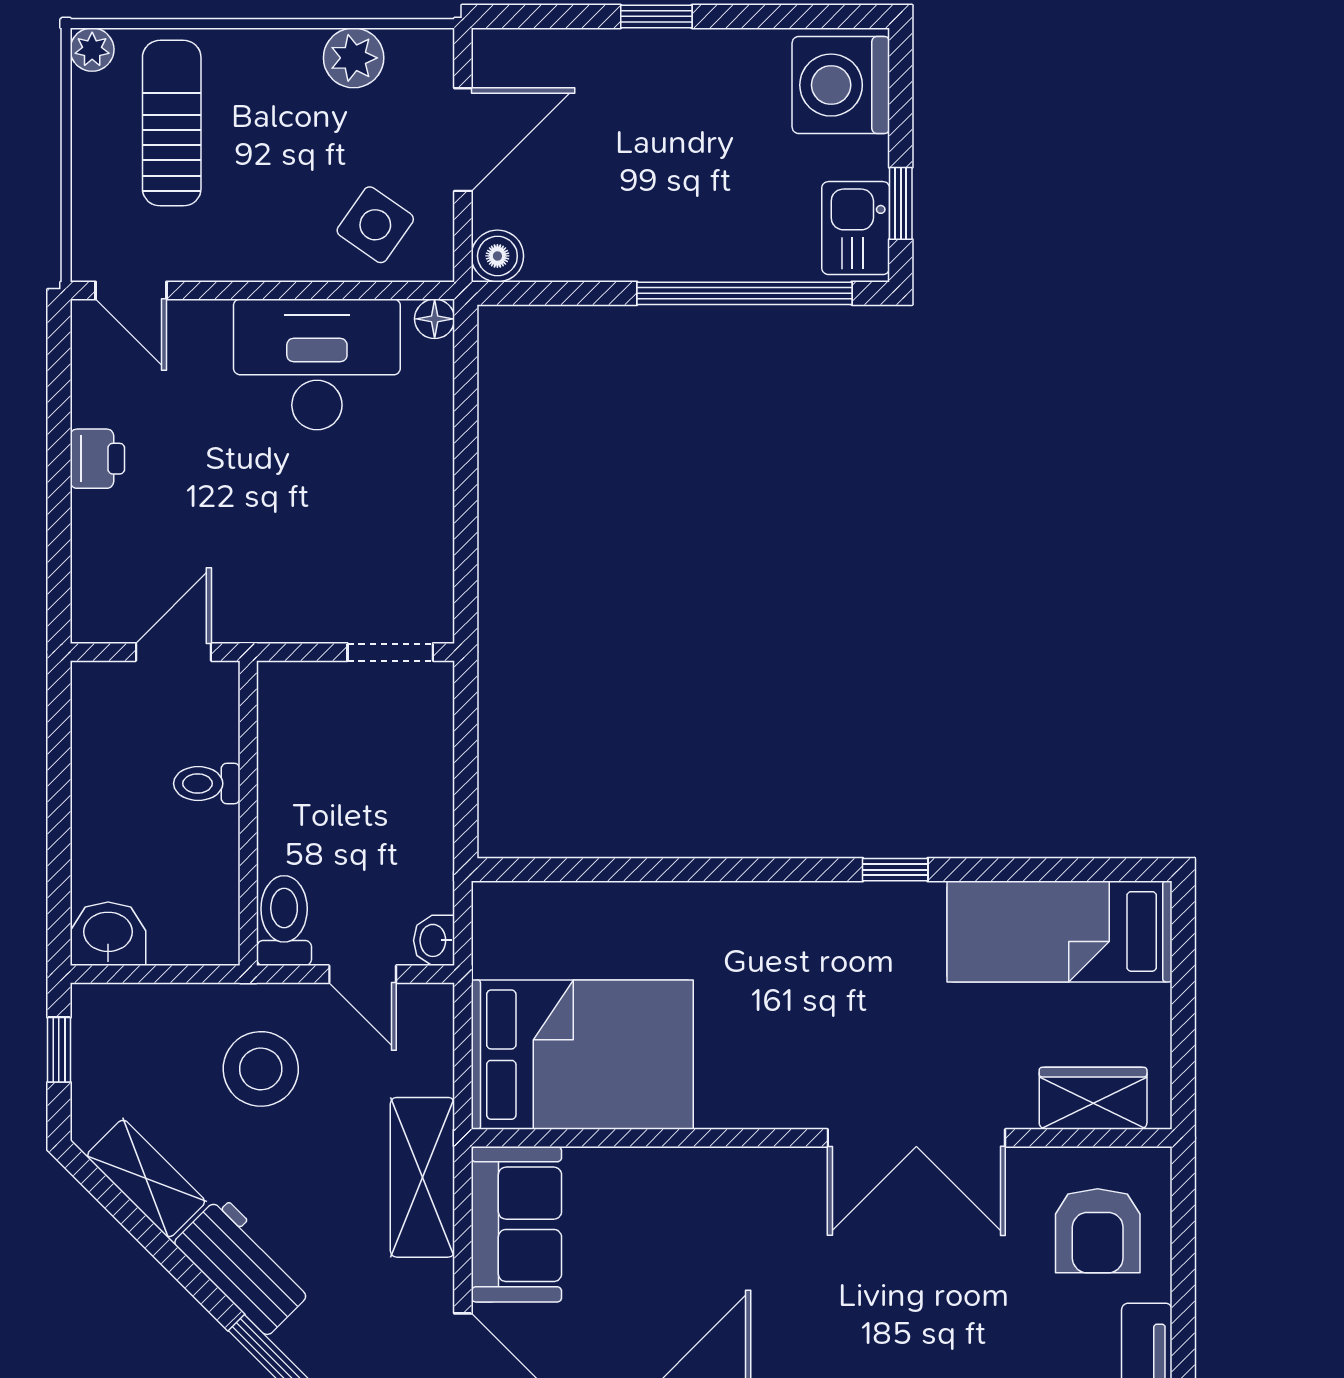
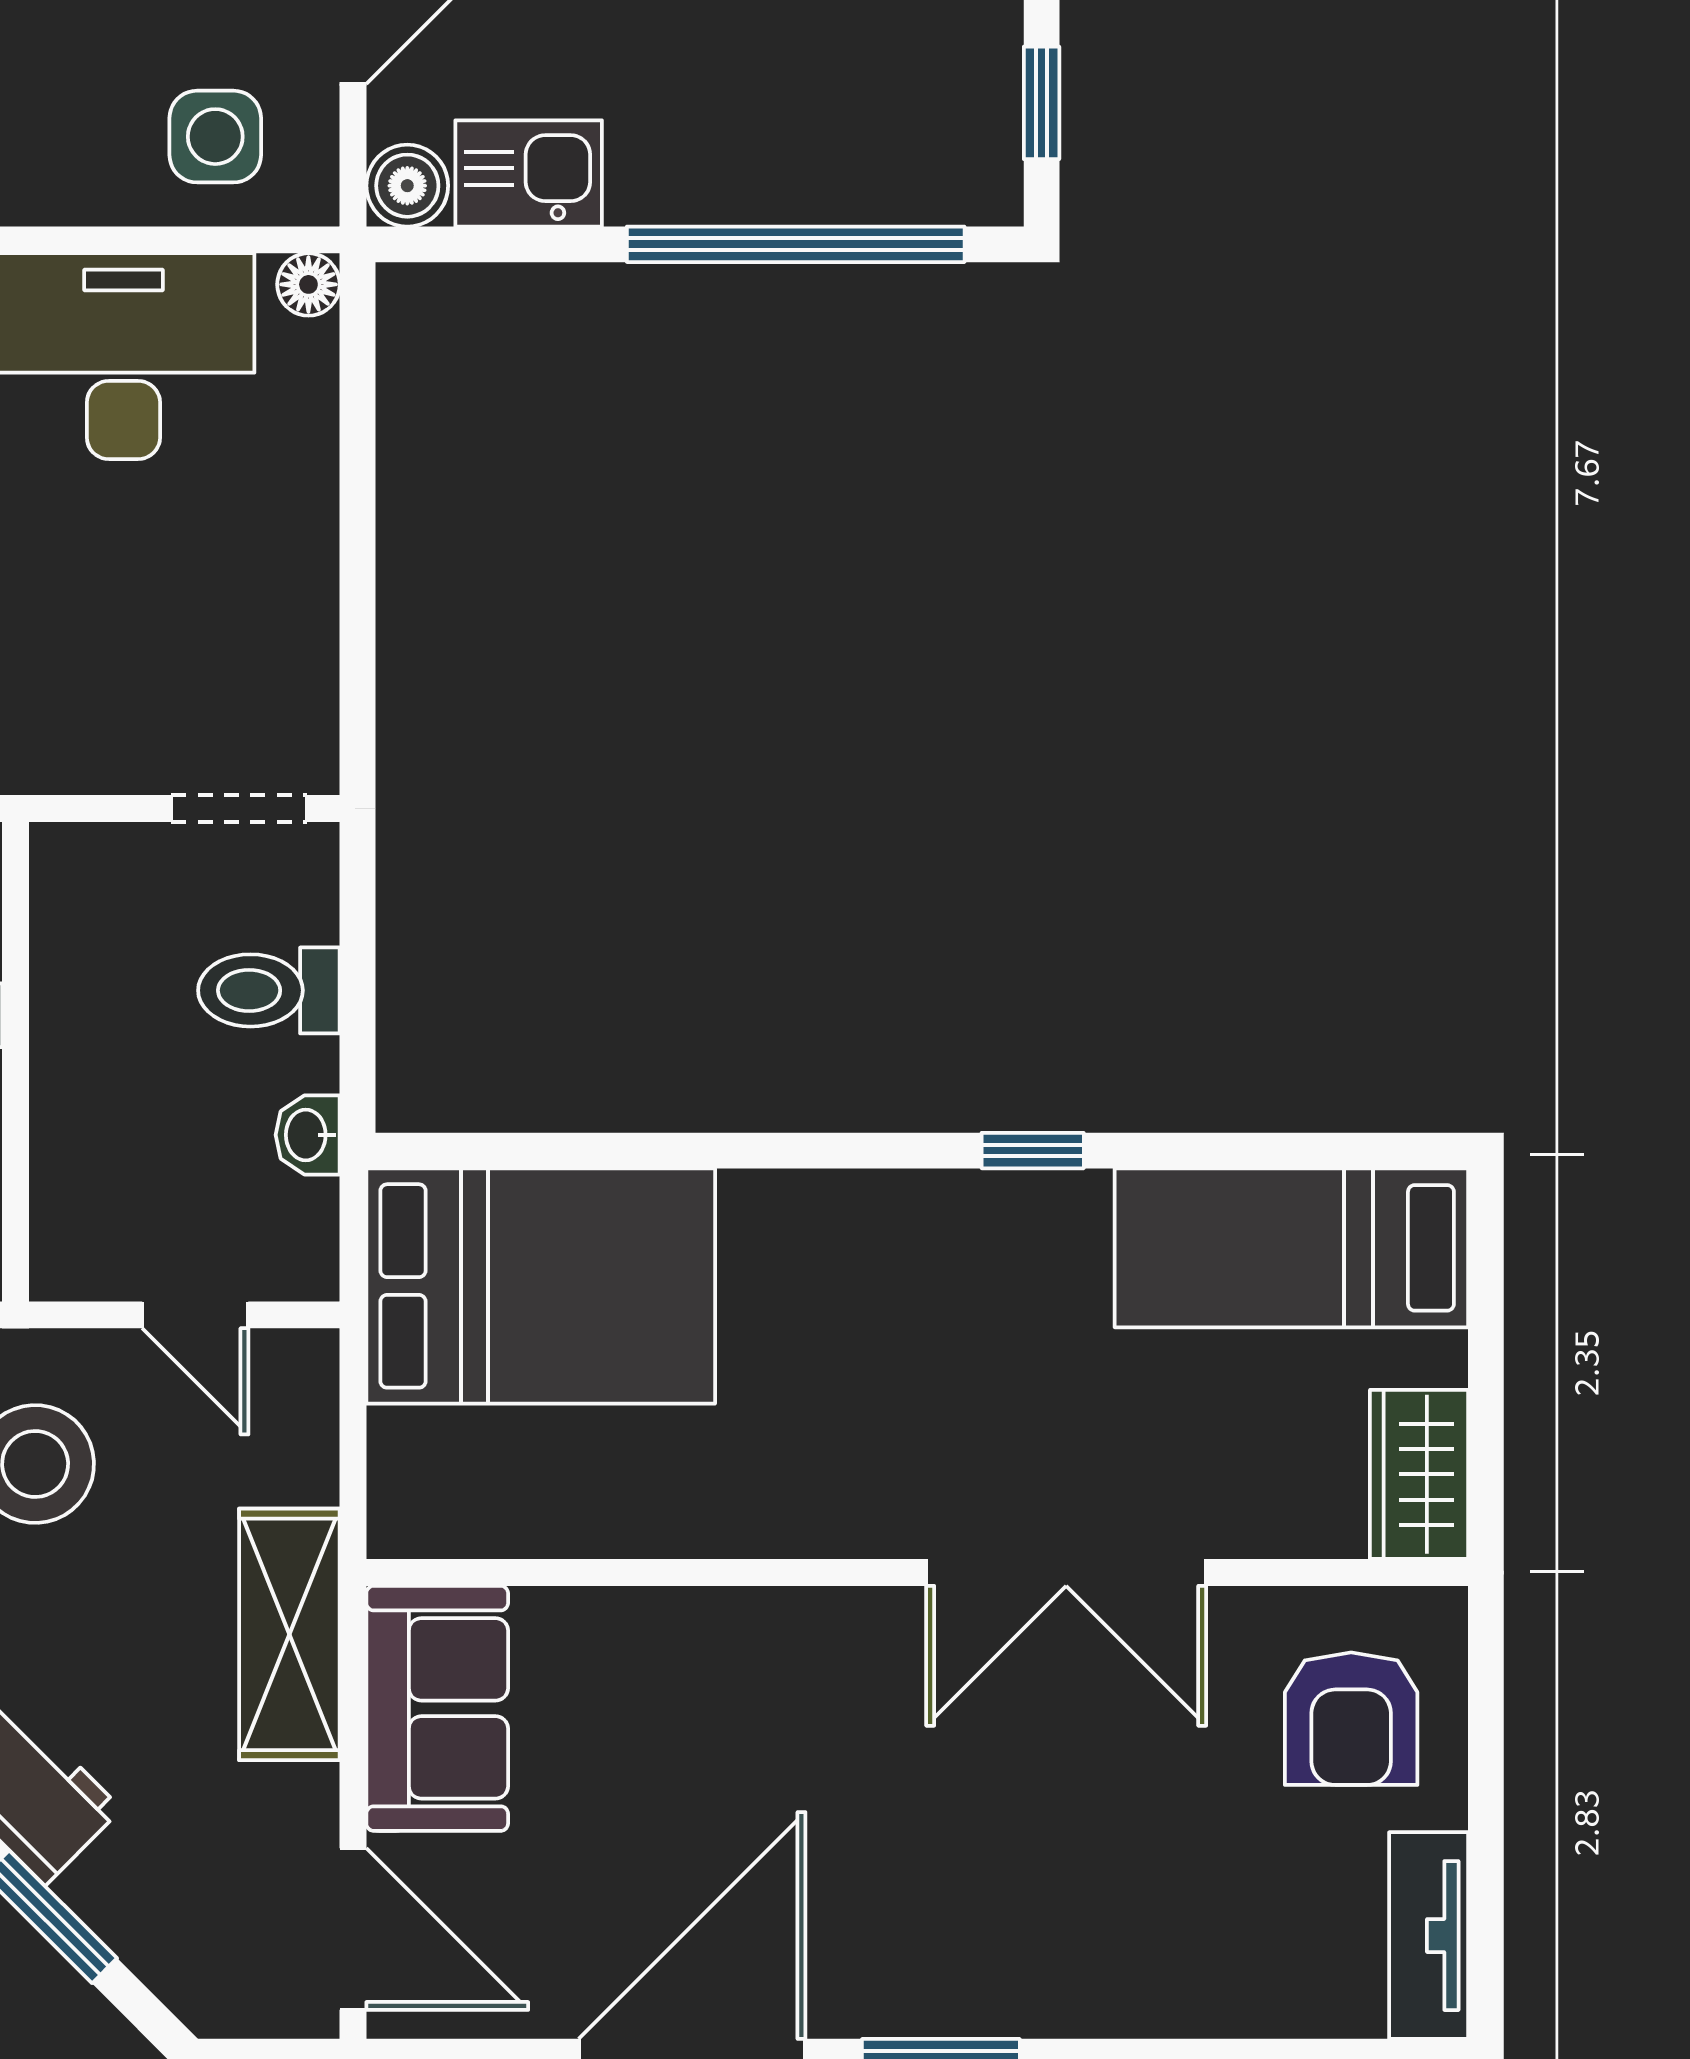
side table: (375, 225) -> (215, 137), turned -35
kitchen sink: (856, 228) -> (529, 173), moved, turned 90
toilet: (284, 921) -> (269, 990), moved, turned -90
washbasin: (434, 940) -> (308, 1135), moved
bed: (582, 1055) -> (541, 1286), moved
wardrobe: (1093, 1098) -> (1419, 1474), moved, turned -90

